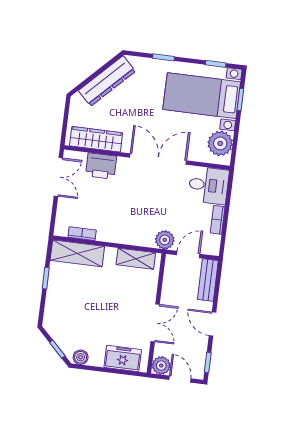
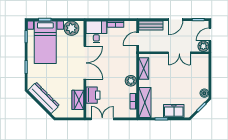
wardrobe: (96, 139) -> (78, 100), width x0.67
double door: (158, 159) -> (85, 63), swing flipped
plant: (165, 240) -> (131, 81), moved
door: (188, 254) -> (138, 39), hinge flipped
double door: (155, 323) -> (179, 53), swing flipped
freezer: (123, 358) -> (174, 111), moved, turned 90

